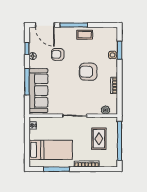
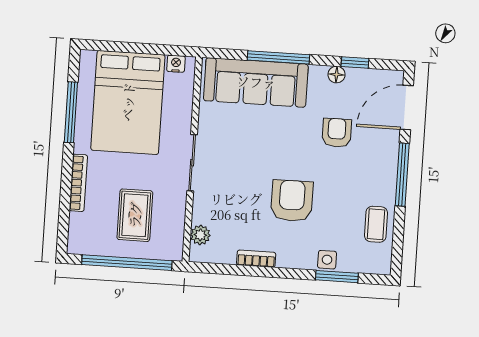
coffee table: (85, 35) -> (376, 224), moved
rug: (99, 139) -> (135, 215), turned 90
bed: (51, 150) -> (128, 102), width x1.50

